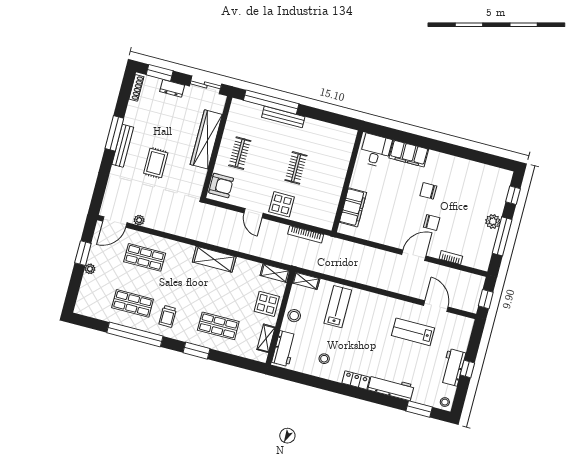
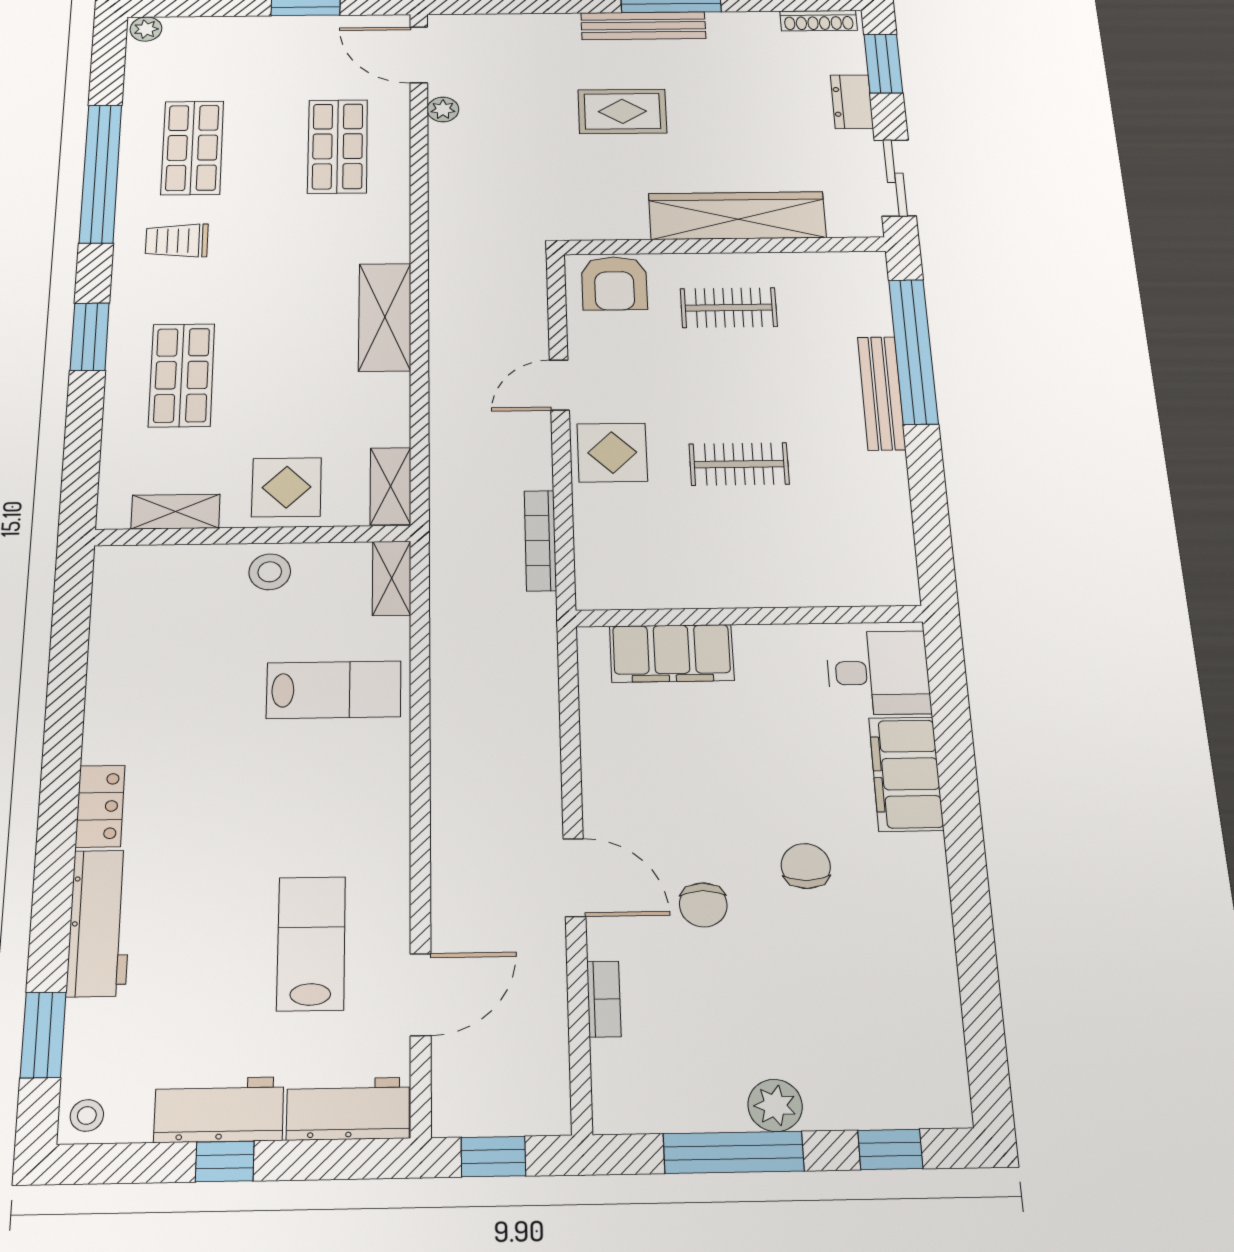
plant: (90, 269) -> (146, 29), moved
workbench: (284, 348) -> (348, 1109), moved, turned 180
stool: (324, 359) -> (150, 693), removed

